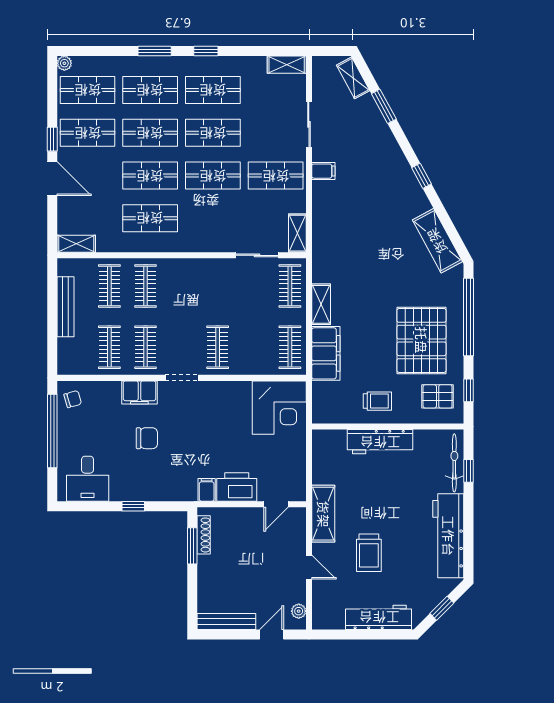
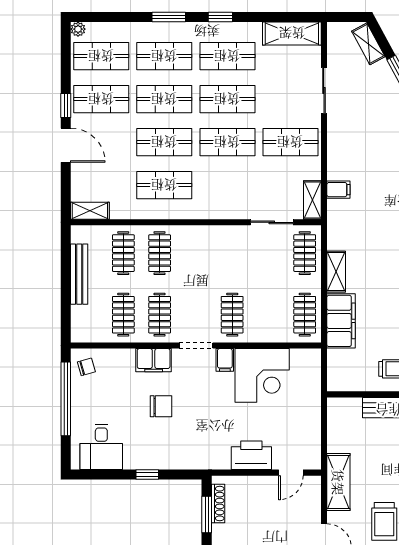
shelving: (287, 65) -> (292, 33), width x1.50, depth x1.33
filing cabinet: (323, 171) -> (338, 190), moved
corner desk: (279, 408) -> (262, 375), moved
filing cabinet: (207, 490) -> (225, 360), moved, turned 180

